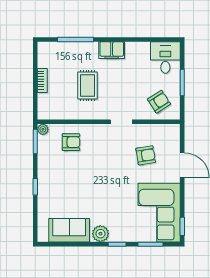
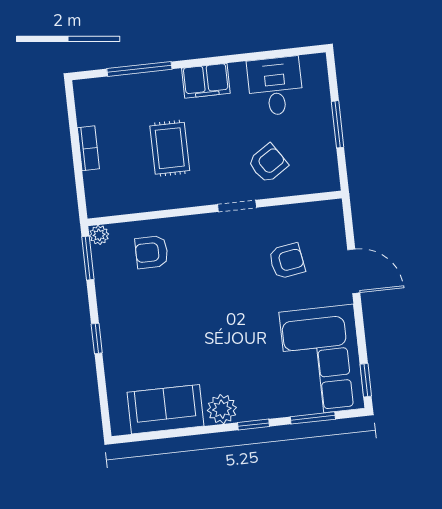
desk: (165, 58) -> (275, 86), moved
armchair: (159, 102) -> (268, 163), moved
armchair: (71, 142) -> (152, 252), turned 180

